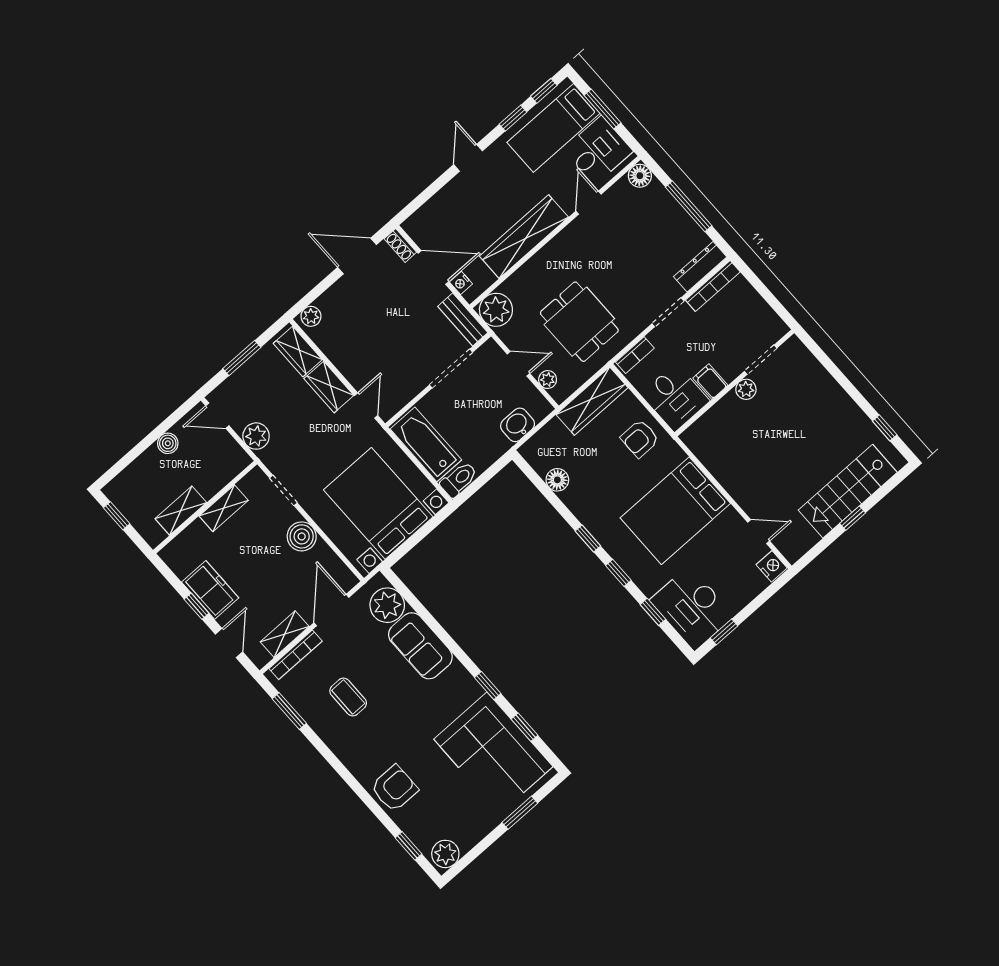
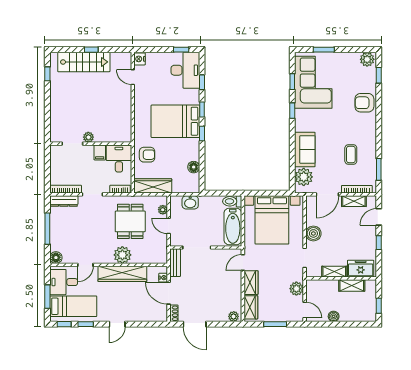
plant: (496, 310) -> (122, 255), moved
bed: (675, 511) -> (175, 121), moved, turned 180
freezer: (210, 590) -> (361, 269), moved, turned 90

